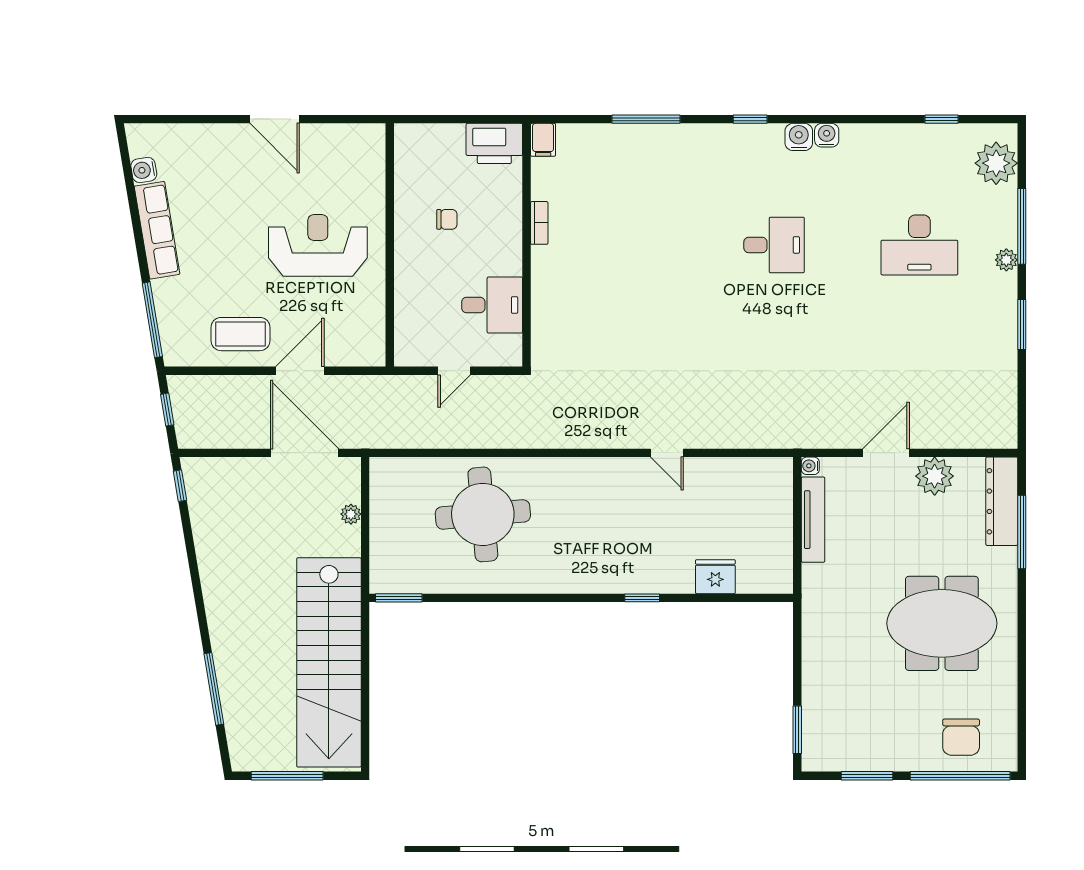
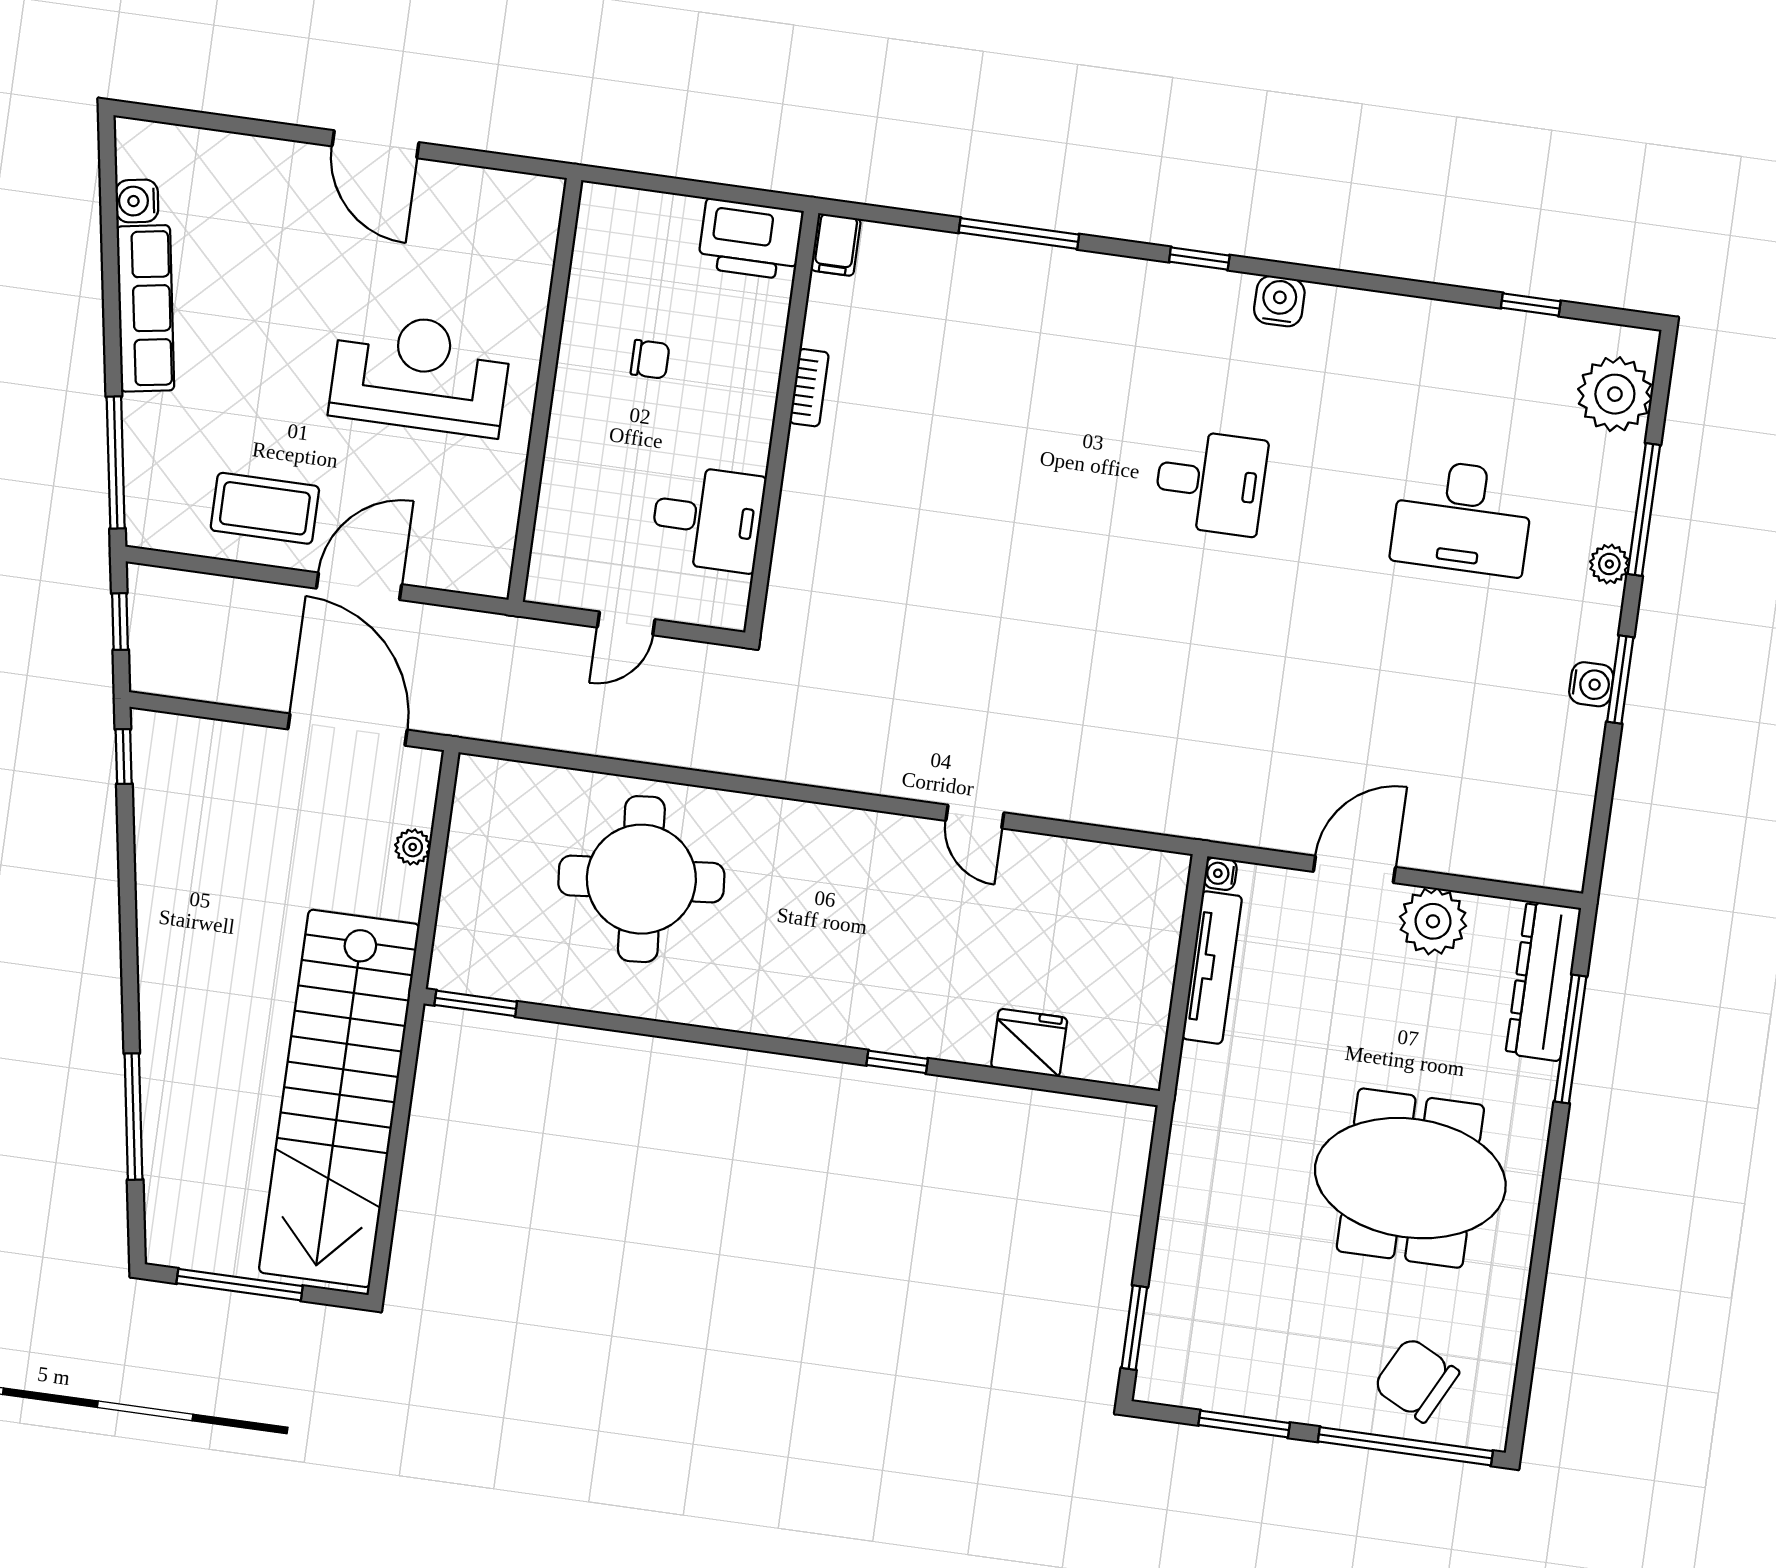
water cooler: (827, 135) -> (1591, 684), moved, turned 90
chair: (961, 737) -> (1416, 1380), turned 117

